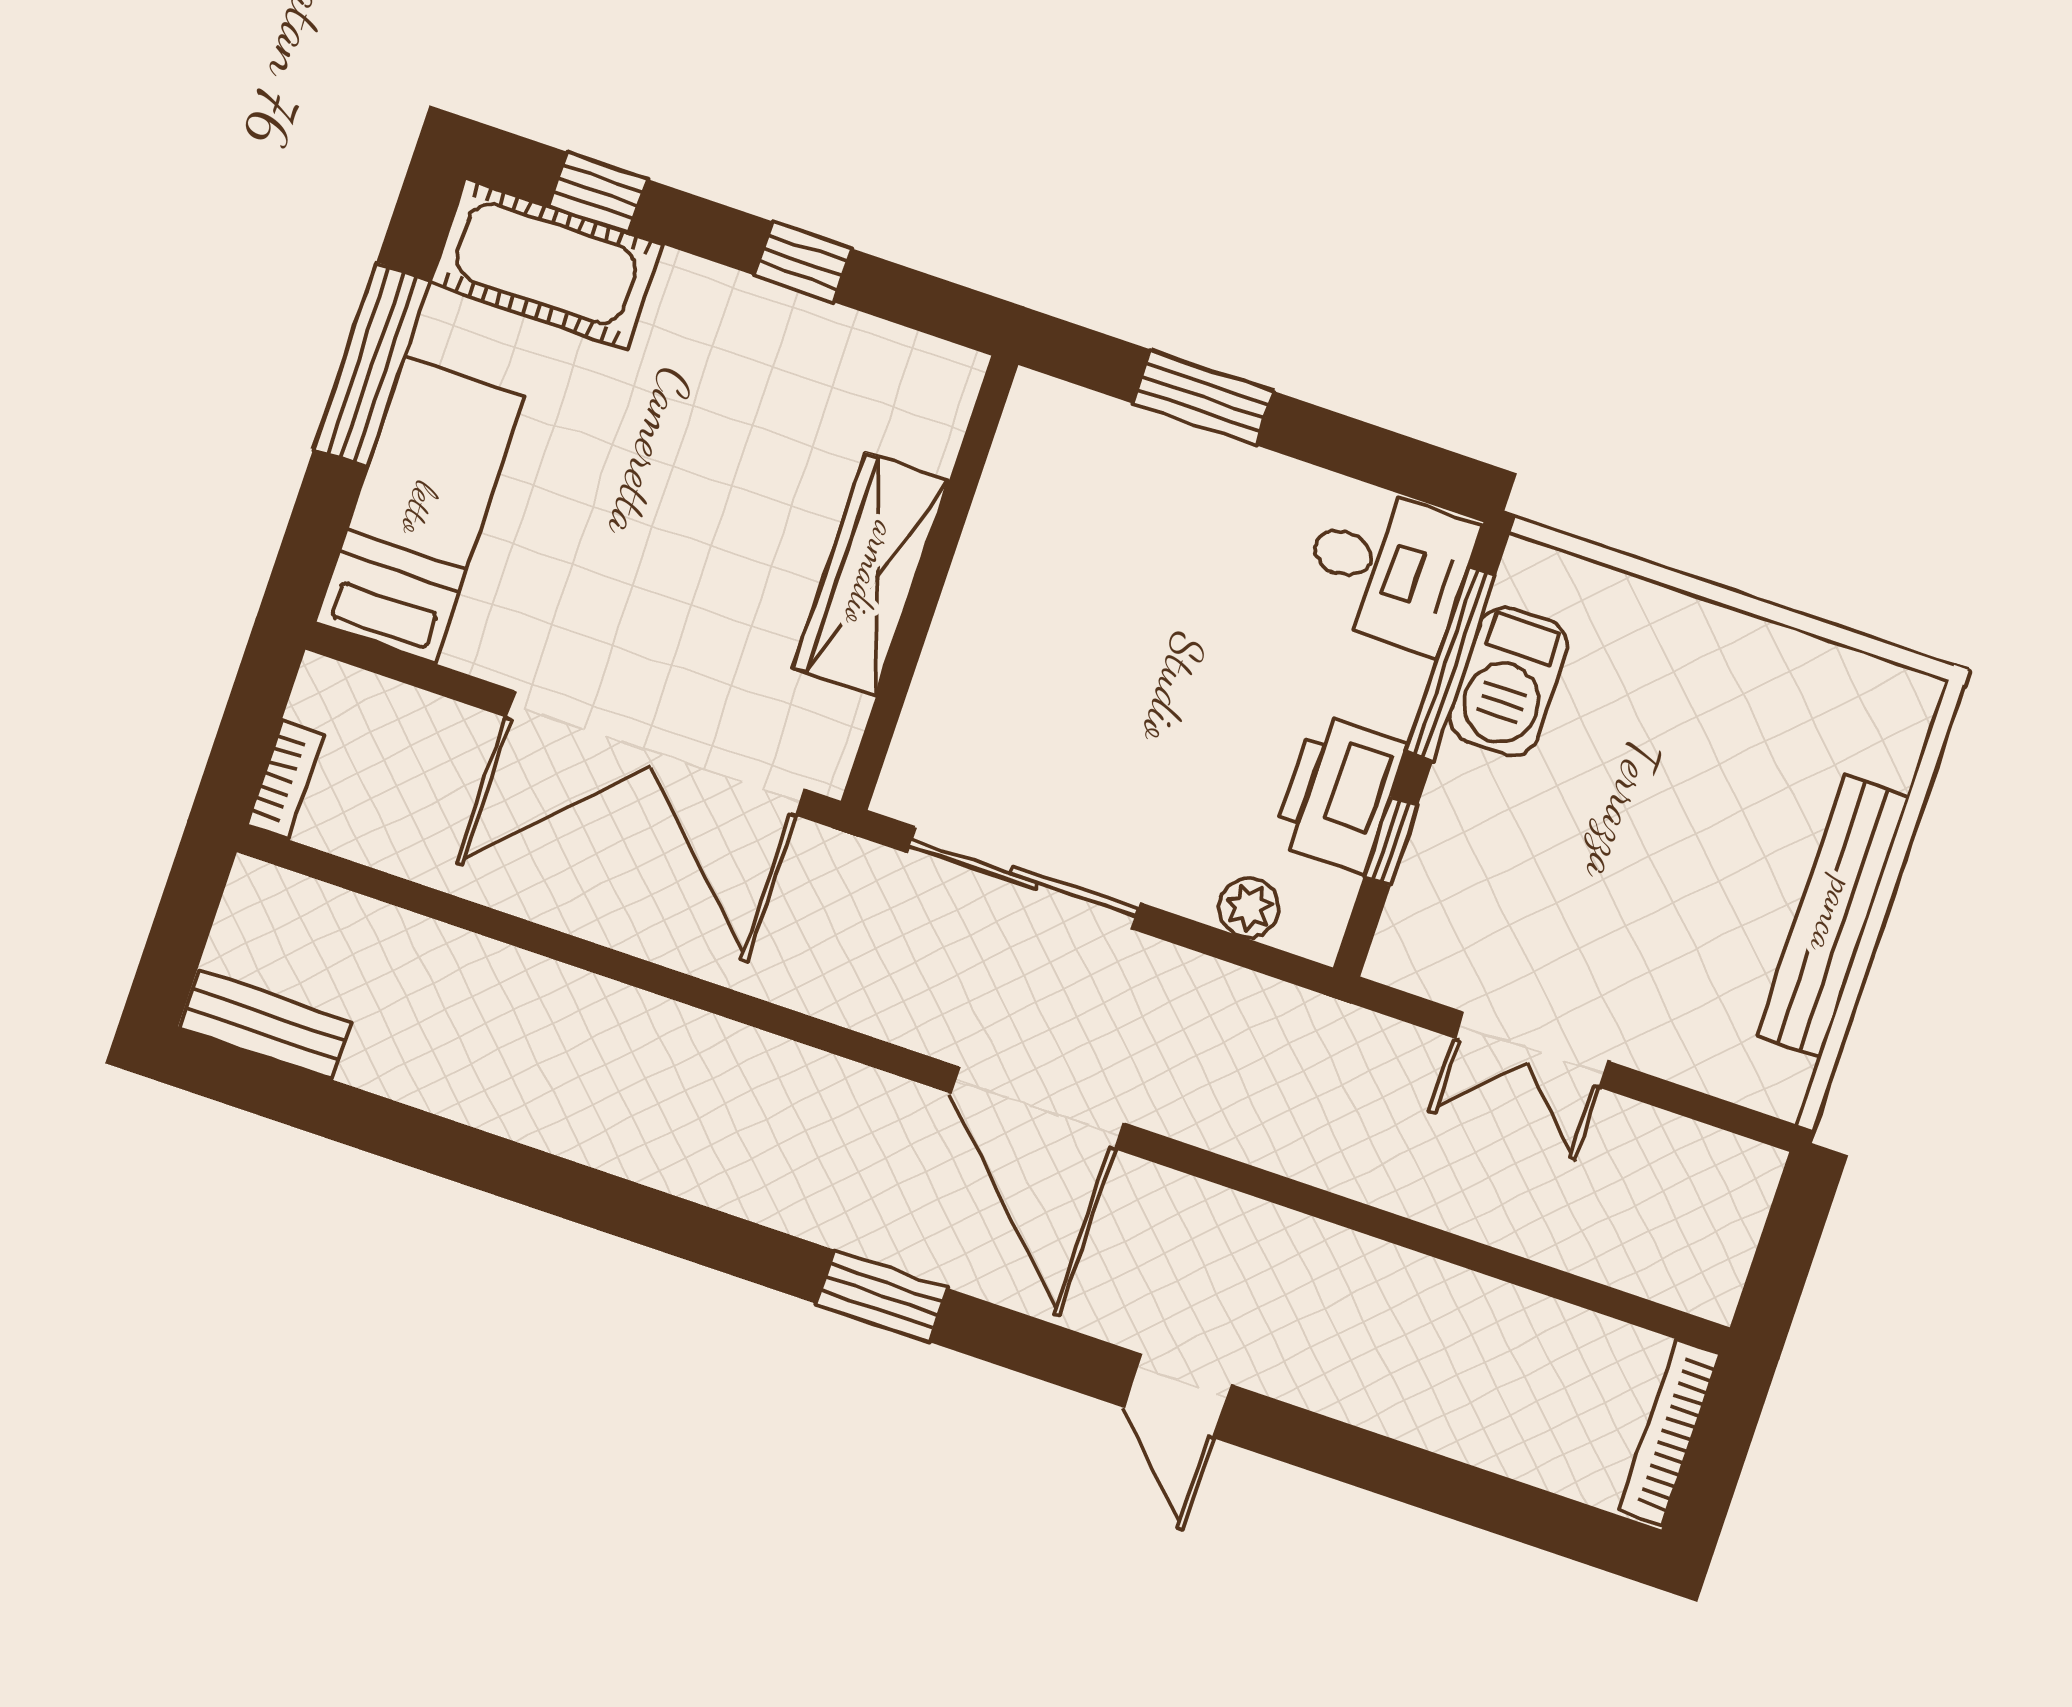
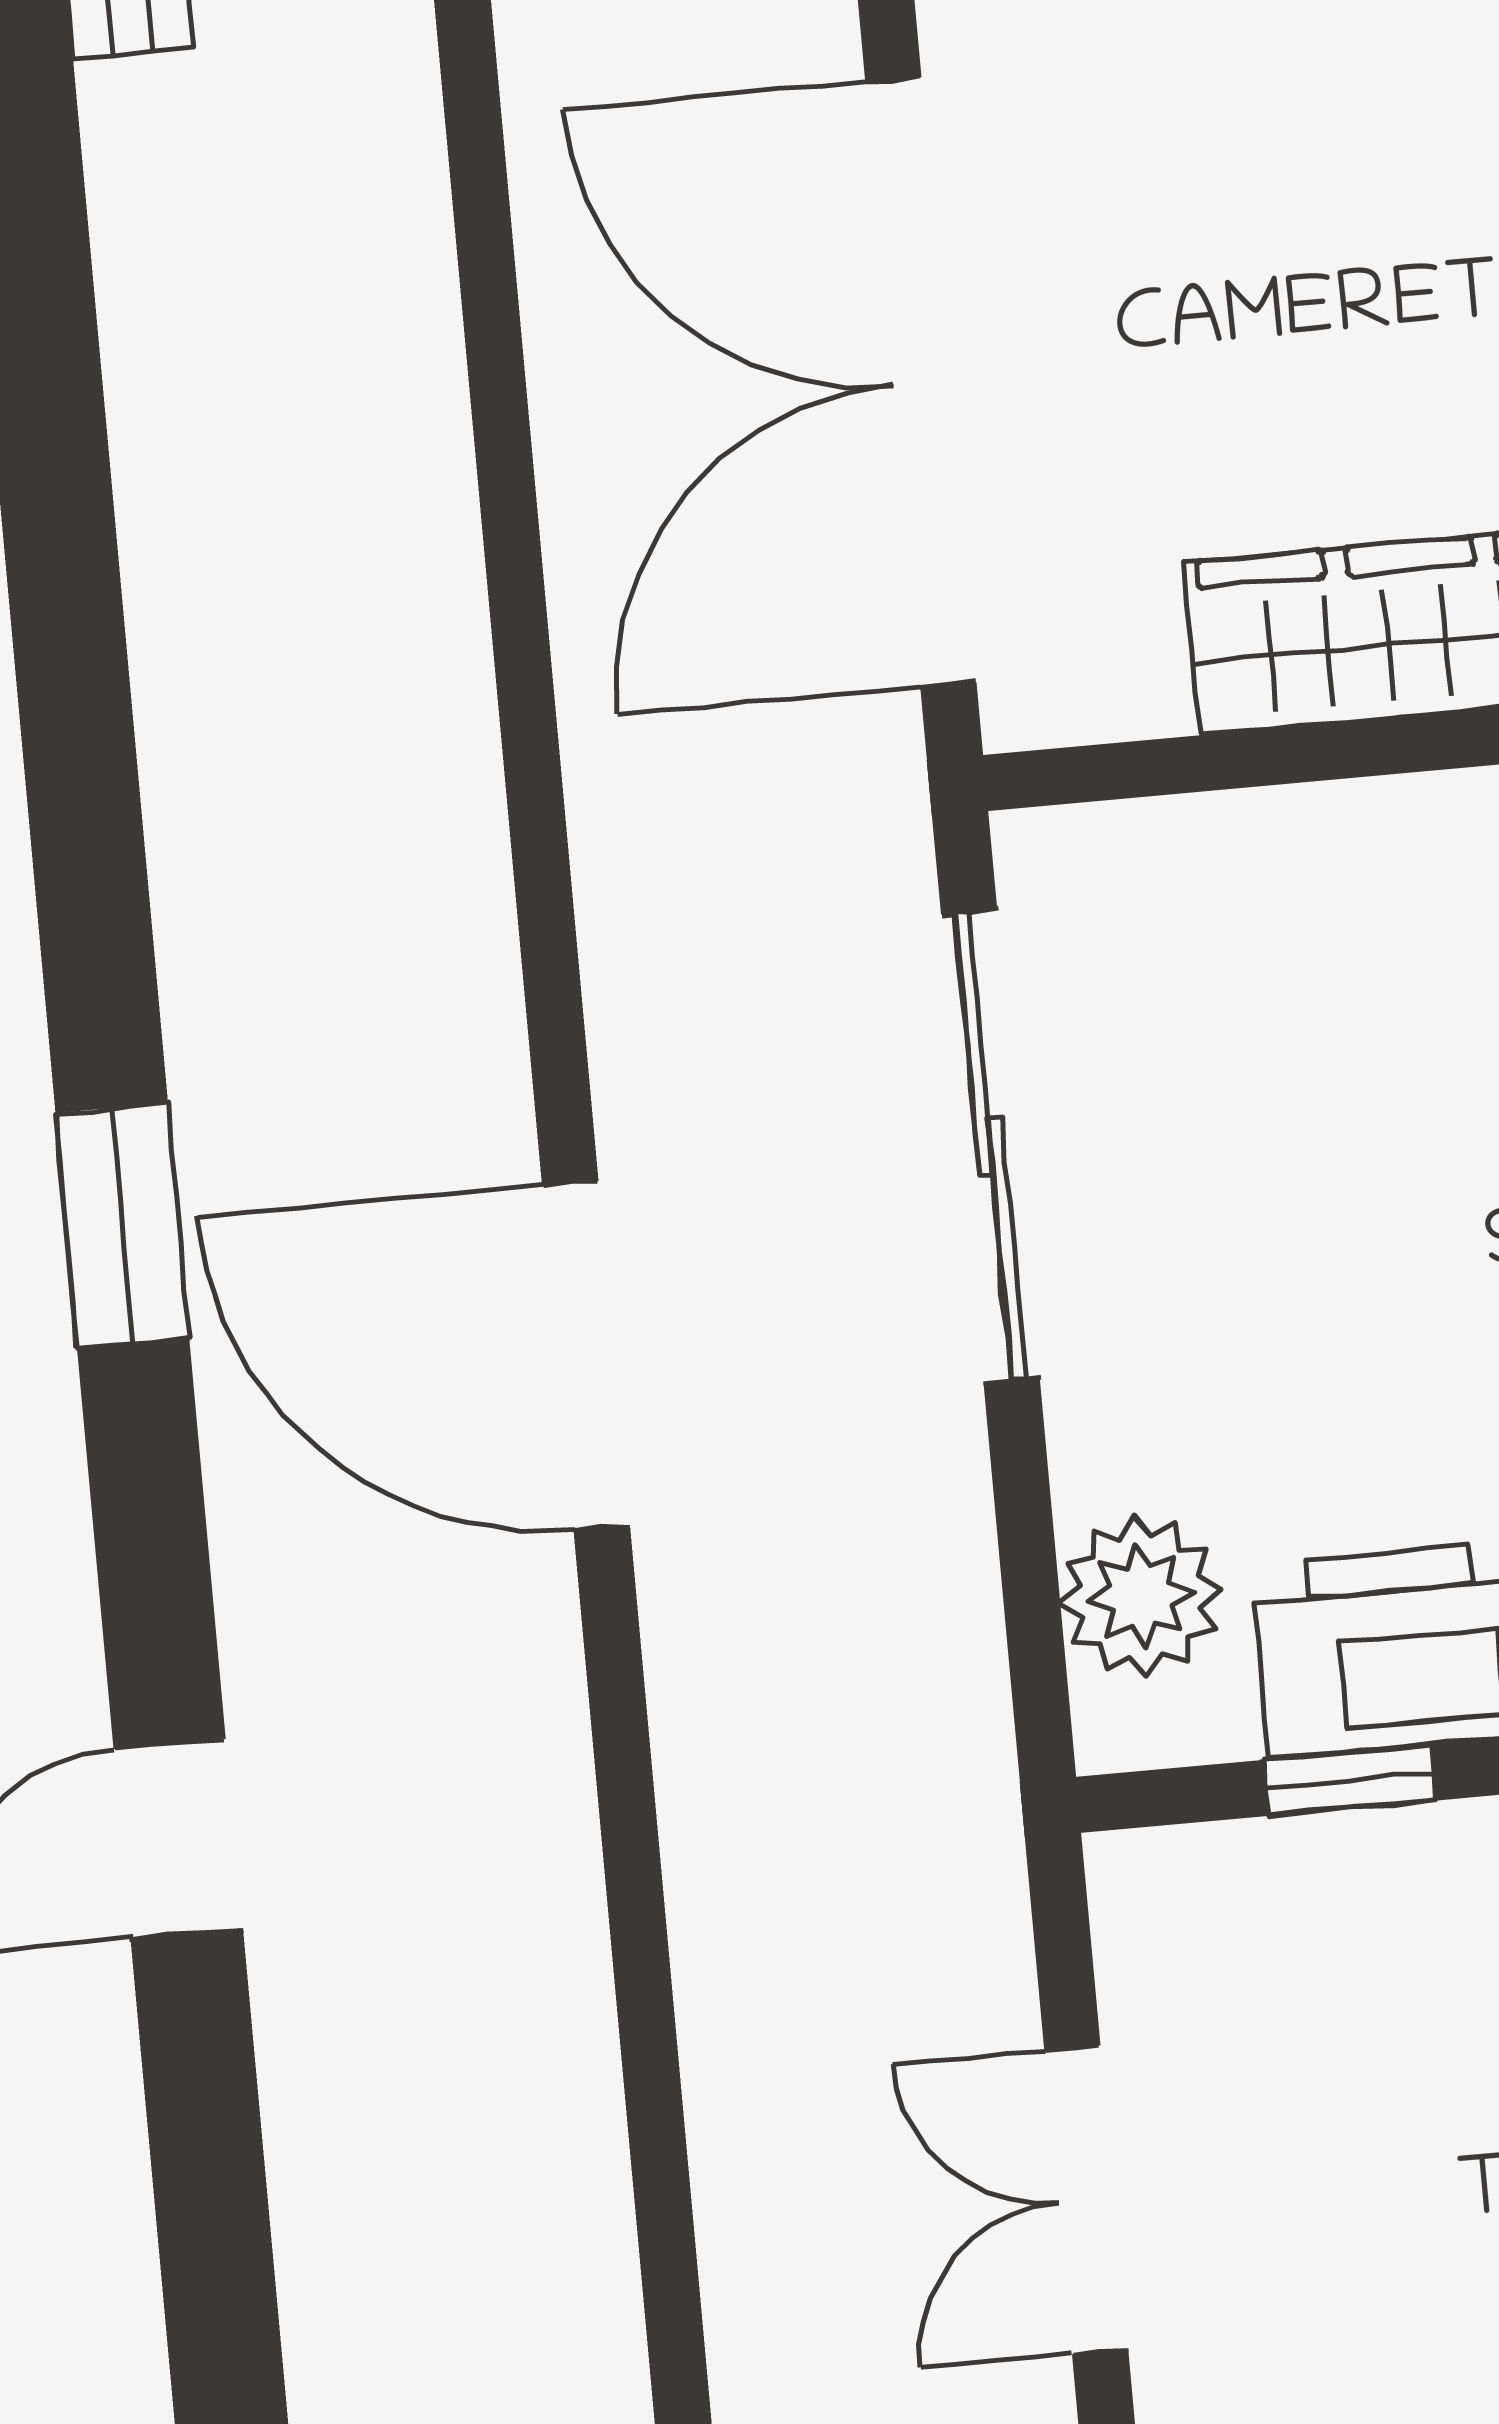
plant: (1249, 908) -> (1141, 1597), width x1.38, depth x1.38
door: (1037, 1108) -> (586, 1356), hinge flipped

